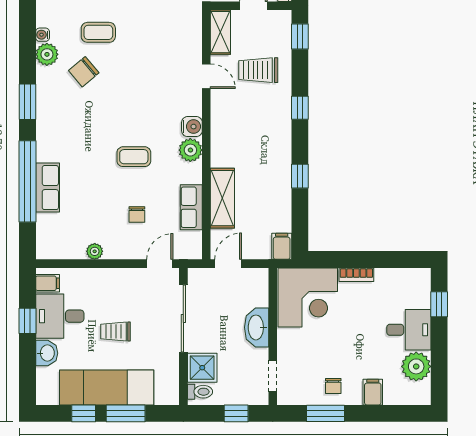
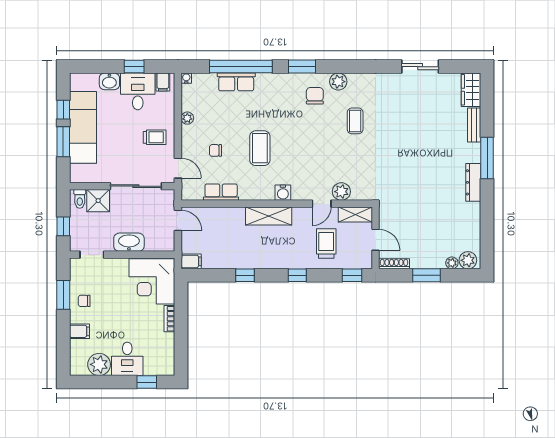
water cooler: (43, 35) -> (186, 78), moved
chair: (84, 72) -> (315, 96), moved, turned 40
plant: (190, 150) -> (341, 192), moved
coffee table: (134, 157) -> (260, 148), width x1.36, depth x1.30
shelving: (222, 198) -> (269, 216), moved
trolley: (115, 331) -> (155, 137), moved, turned 90

